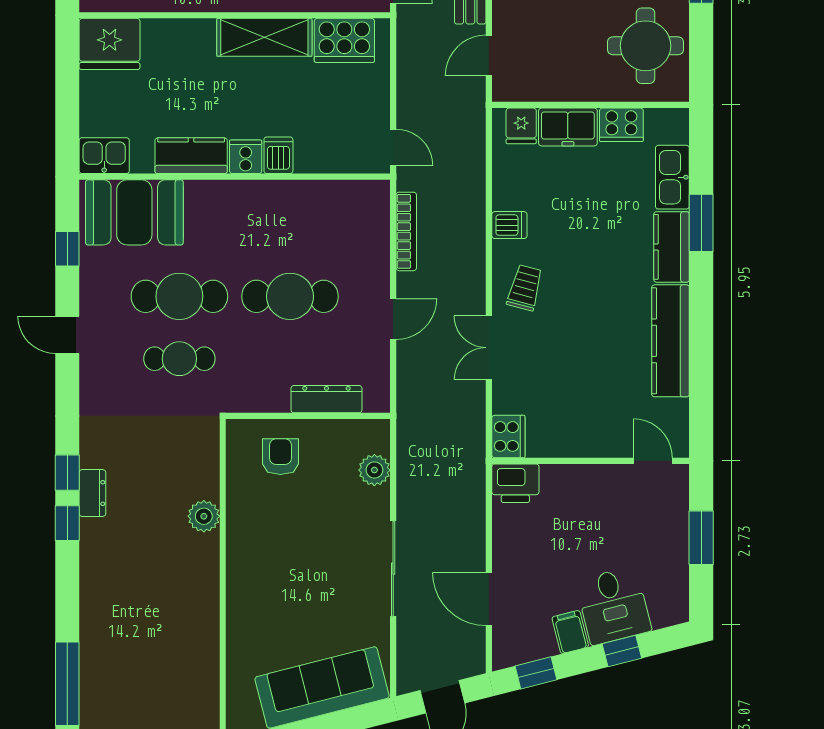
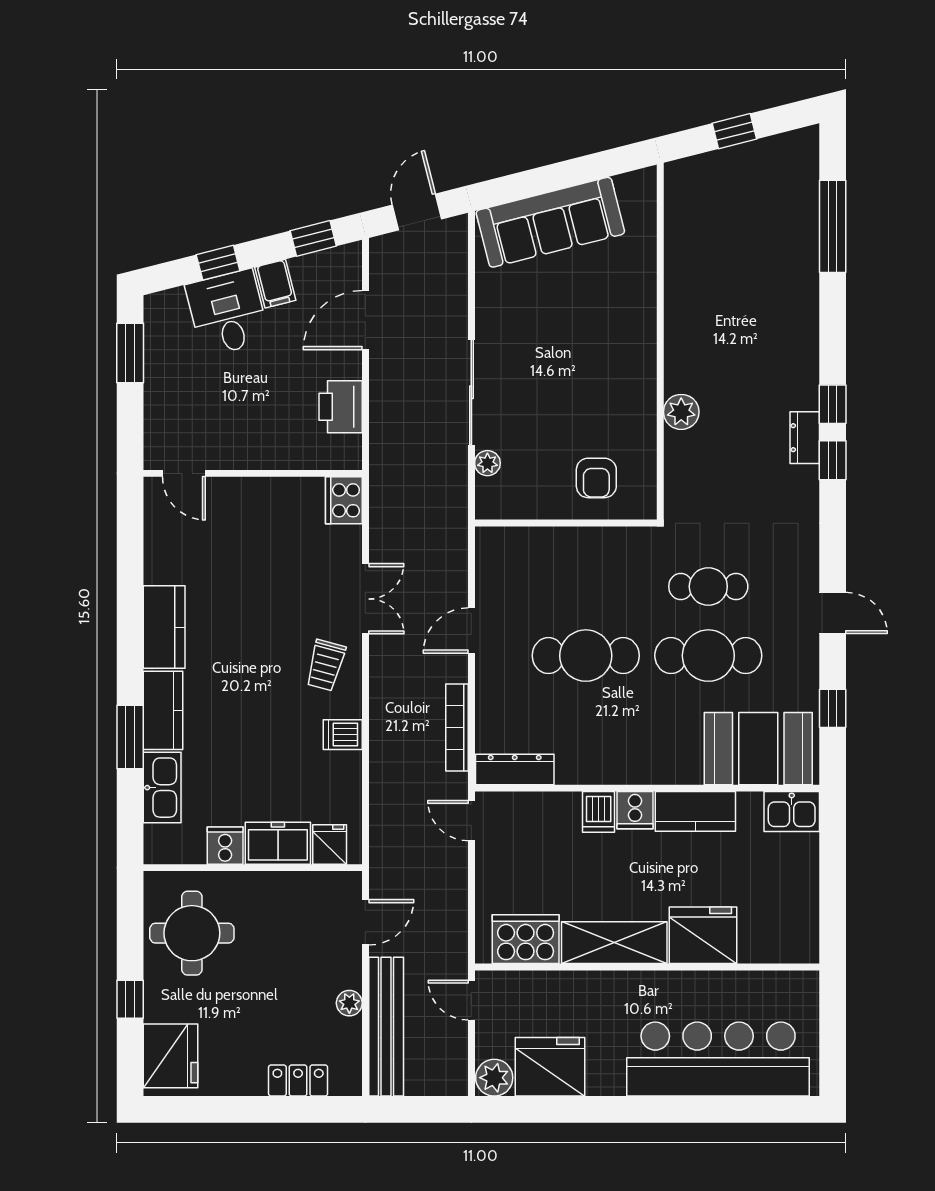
fridge: (110, 44) -> (703, 935), moved
cooker: (621, 125) -> (225, 846), width x0.73
kitchen counter: (671, 341) -> (164, 627), width x0.67
dresser: (326, 399) -> (515, 769), moved, turned 180
plant: (374, 470) -> (487, 463), width x0.73, depth x0.73
printer: (515, 483) -> (341, 407), moved, turned -90
window: (701, 538) -> (130, 353), moved
sliding door: (393, 569) -> (471, 392), moved
door: (489, 599) -> (365, 320), swing flipped

